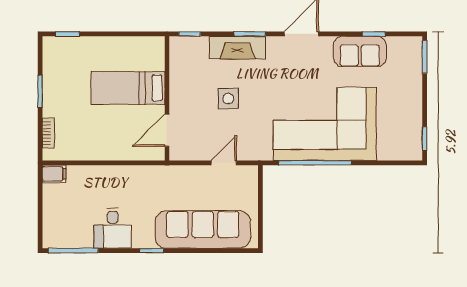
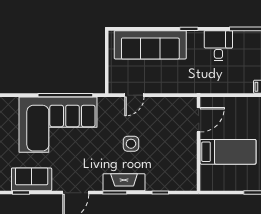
bed: (128, 88) -> (228, 152), moved
wall: (167, 98) -> (199, 144), moved
door: (167, 130) -> (199, 120), moved

